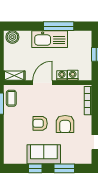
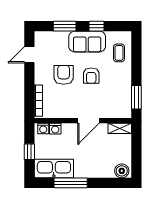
kitchen sink: (50, 39) -> (54, 168), moved
washing machine: (62, 75) -> (43, 129), moved
coffee table: (11, 98) -> (119, 53), moved
armchair: (40, 123) -> (91, 76), turned 90

